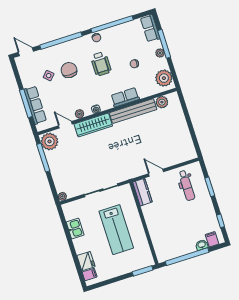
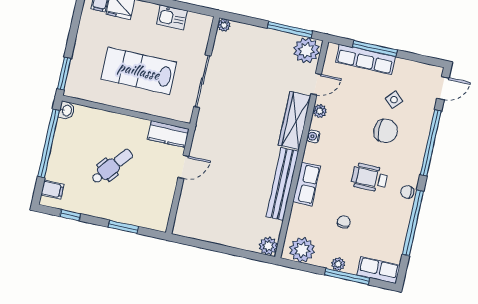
plant: (162, 102) -> (268, 246), moved
dental chair: (187, 185) -> (112, 166), moved, turned 130
washbasin: (202, 245) -> (67, 110), moved

